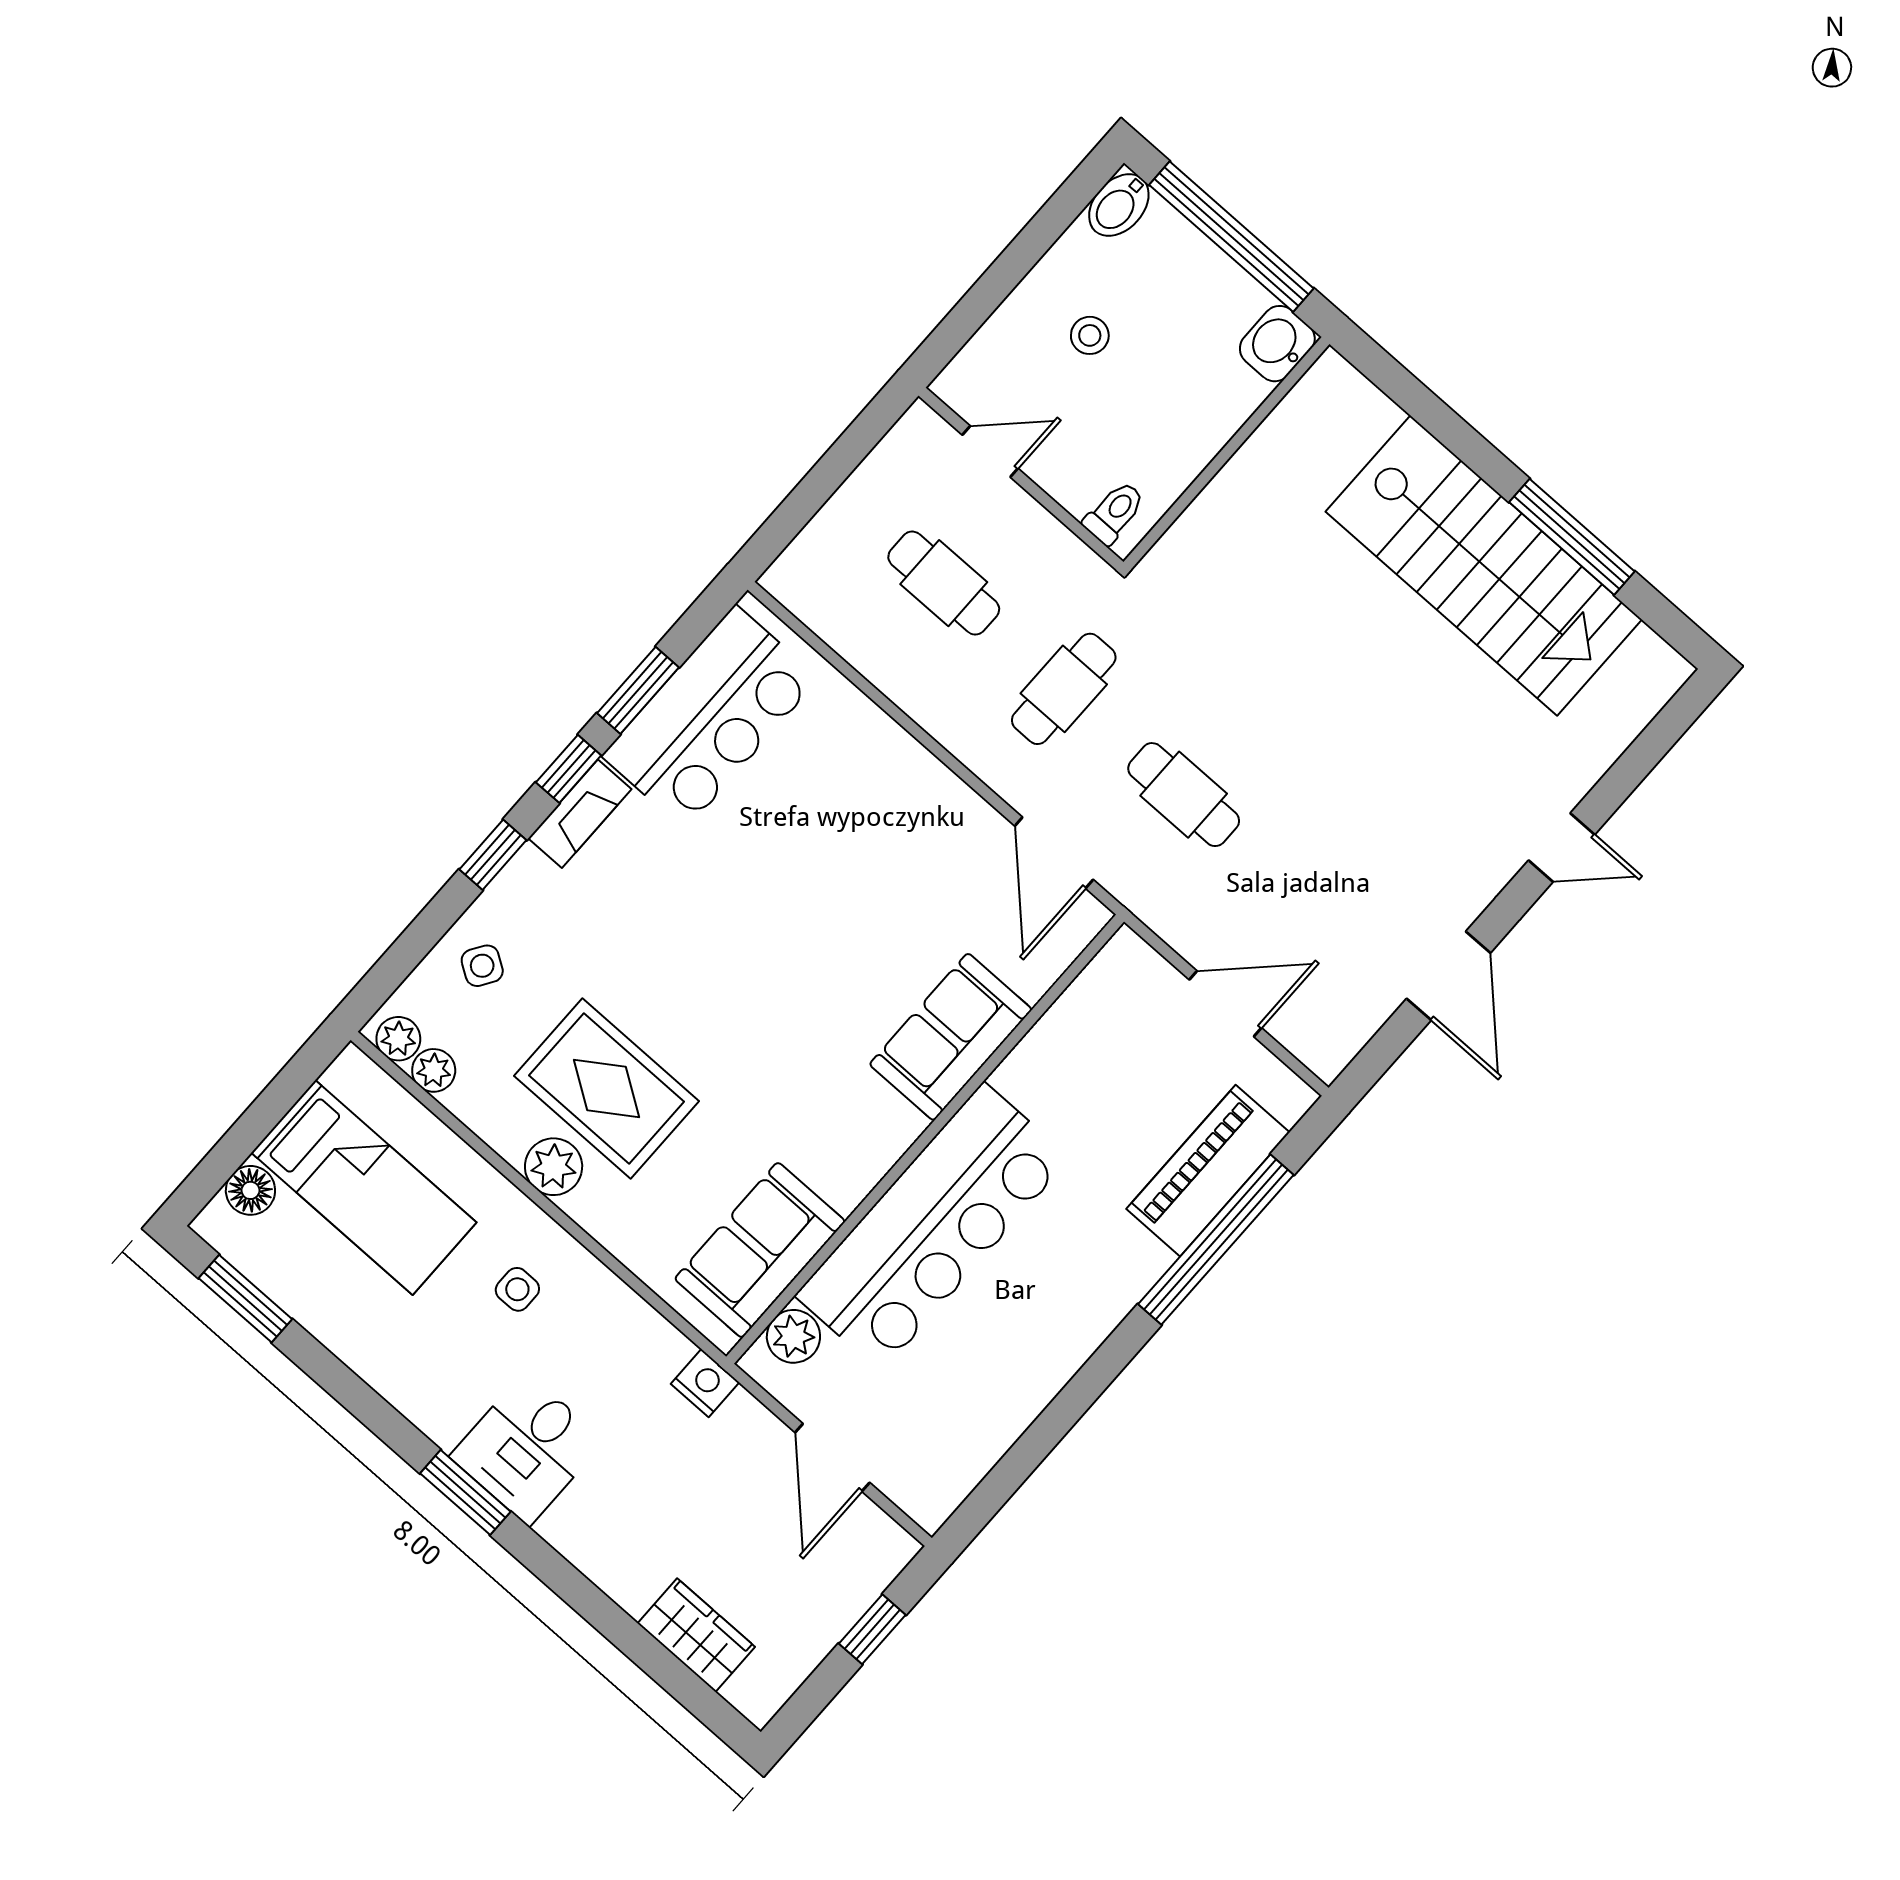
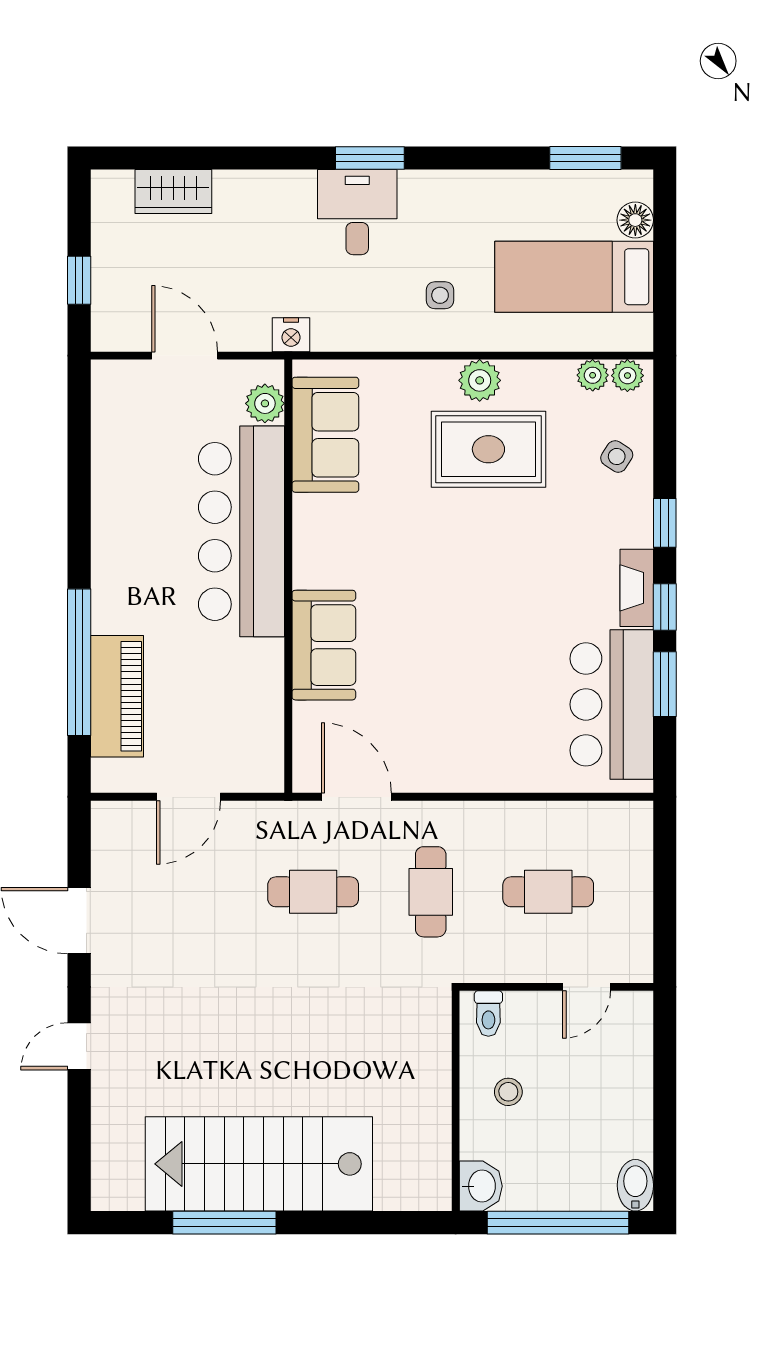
stool: (1090, 335) -> (508, 1092), moved

